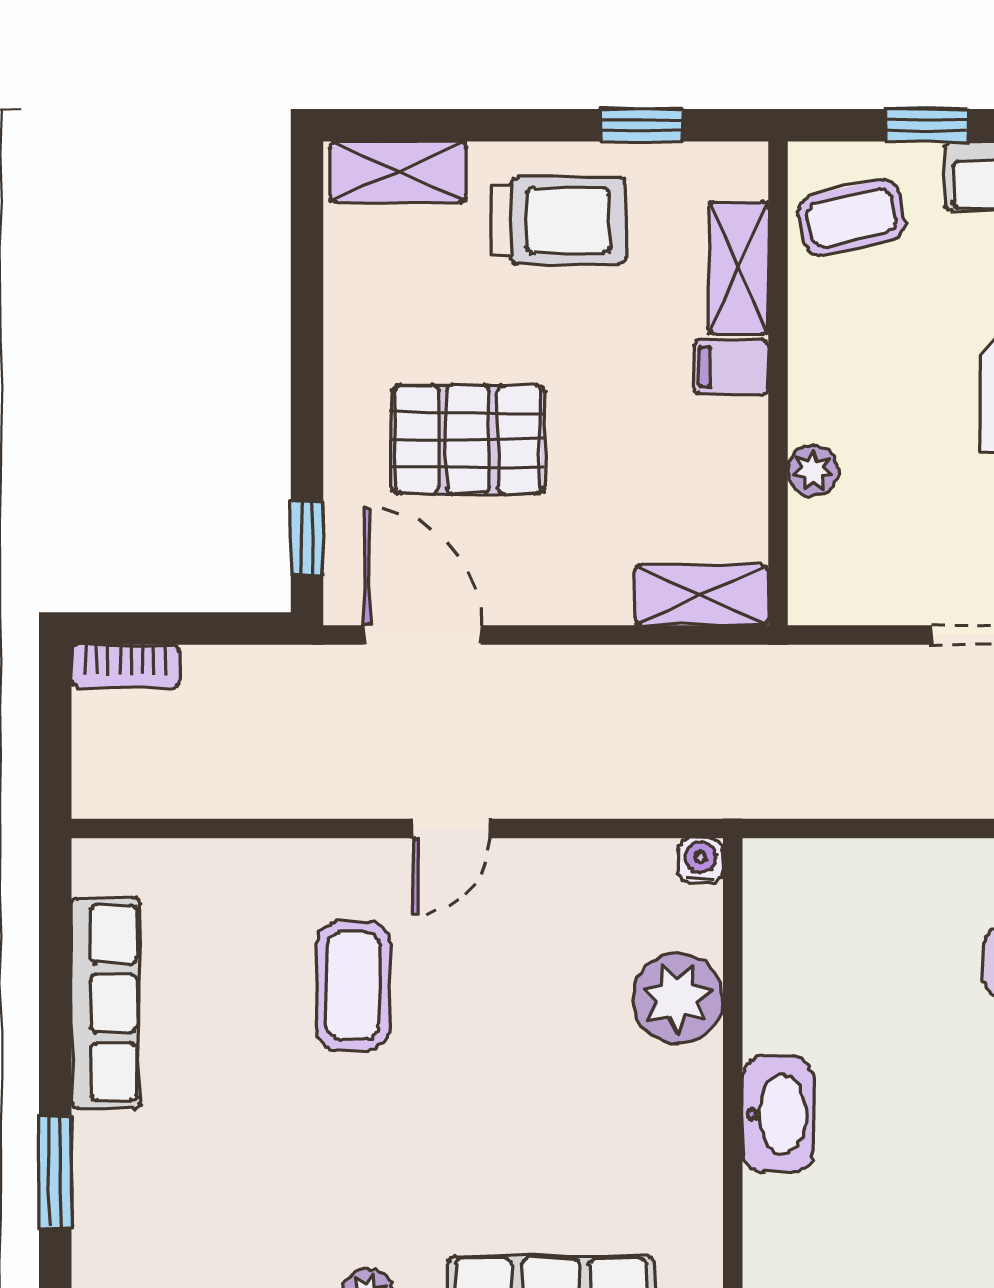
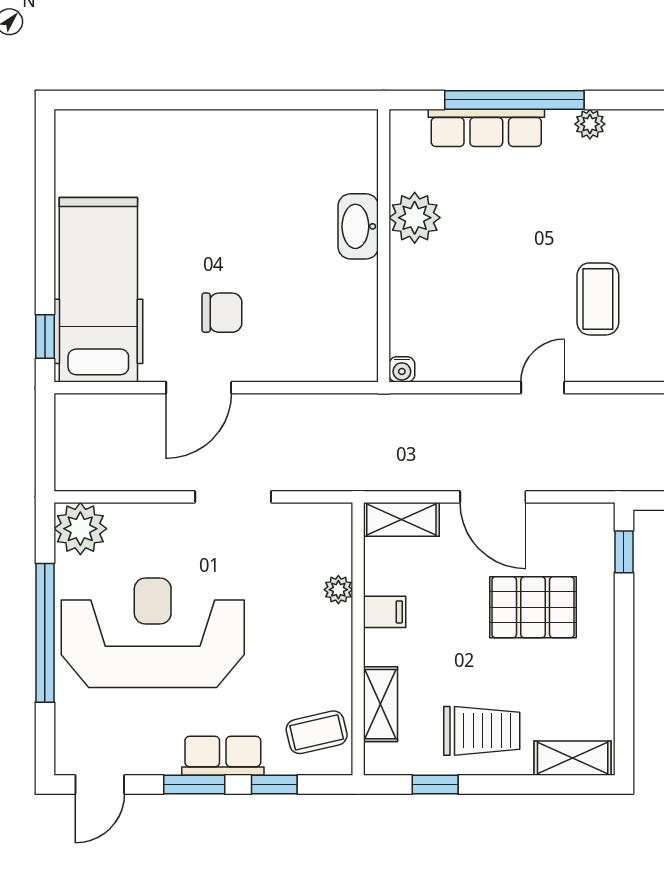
trolley: (559, 220) -> (482, 731), turned 180
filing cabinet: (731, 367) -> (385, 612), moved
door: (422, 635) -> (493, 497), moved
plant: (678, 998) -> (415, 218), moved

